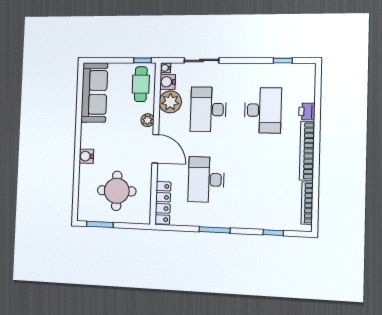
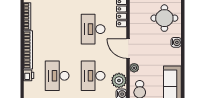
desk: (208, 109) -> (93, 76), turned 180
desk: (206, 180) -> (93, 29), turned 180
round table: (117, 191) -> (164, 18), moved

